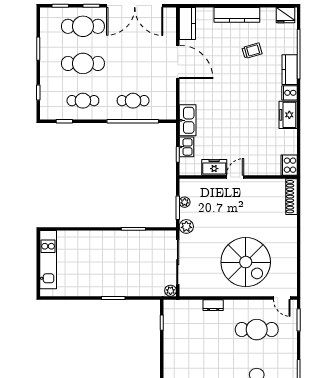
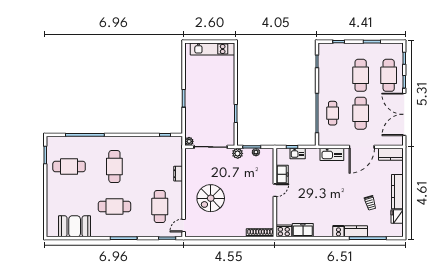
fridge: (286, 15) -> (397, 216), moved
cafe table: (83, 101) -> (361, 113), moved, width x1.37, depth x1.35
freezer: (288, 115) -> (303, 230), moved
kitchen sink: (188, 120) -> (332, 154), moved
door: (235, 177) -> (275, 190), hinge flipped
spiral stairs: (246, 262) -> (211, 198), width x0.73, depth x0.73

